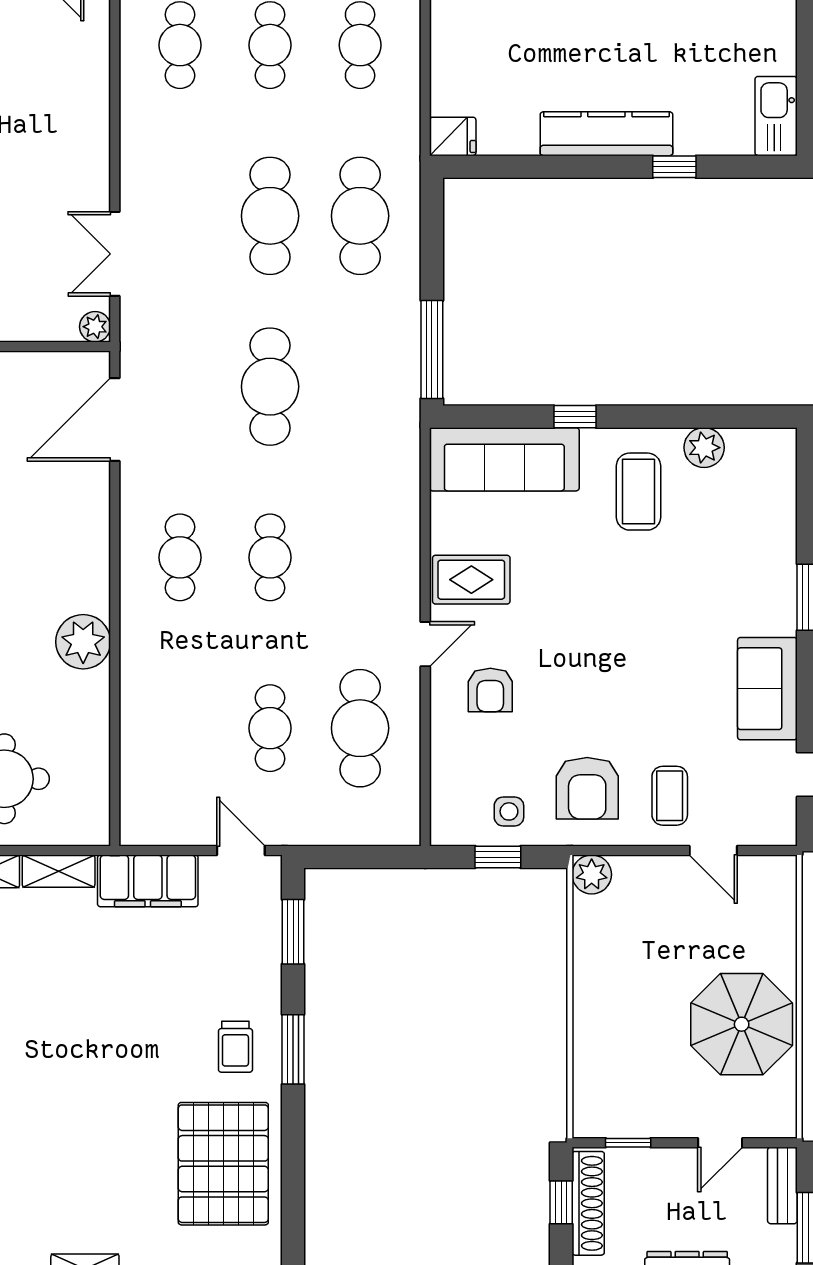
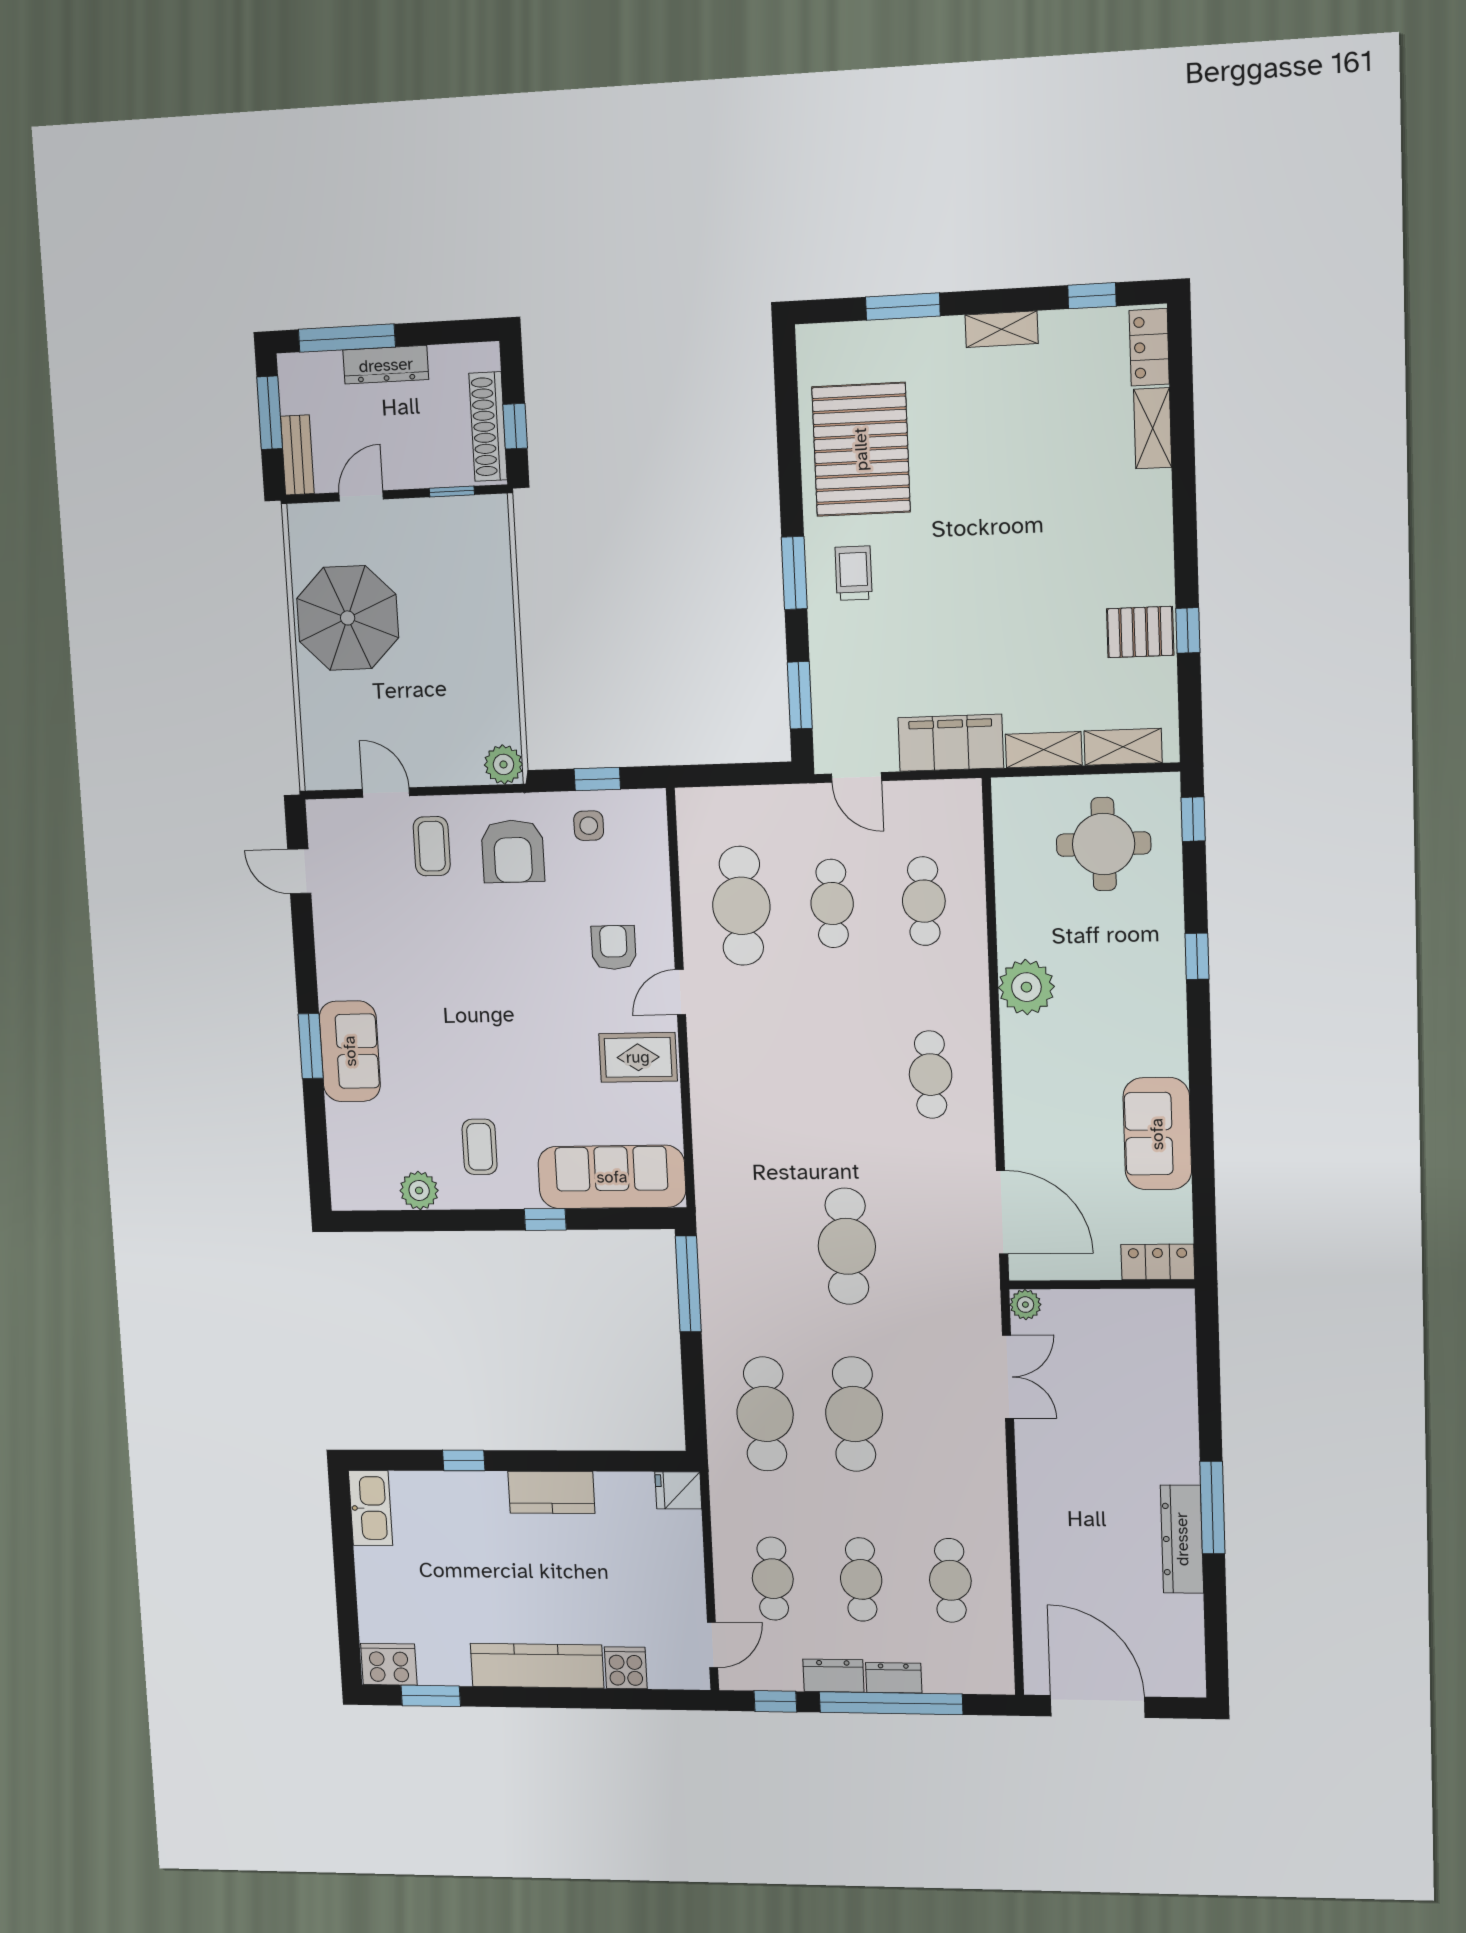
kitchen counter: (606, 134) -> (551, 1492), width x0.67
door: (115, 420) -> (1002, 1212), hinge flipped
coffee table: (638, 492) -> (480, 1147), width x0.73, depth x0.77
cafe table: (270, 557) -> (924, 901), moved
sofa: (767, 689) -> (350, 1051), moved
armchair: (587, 788) -> (513, 851), turned 180

